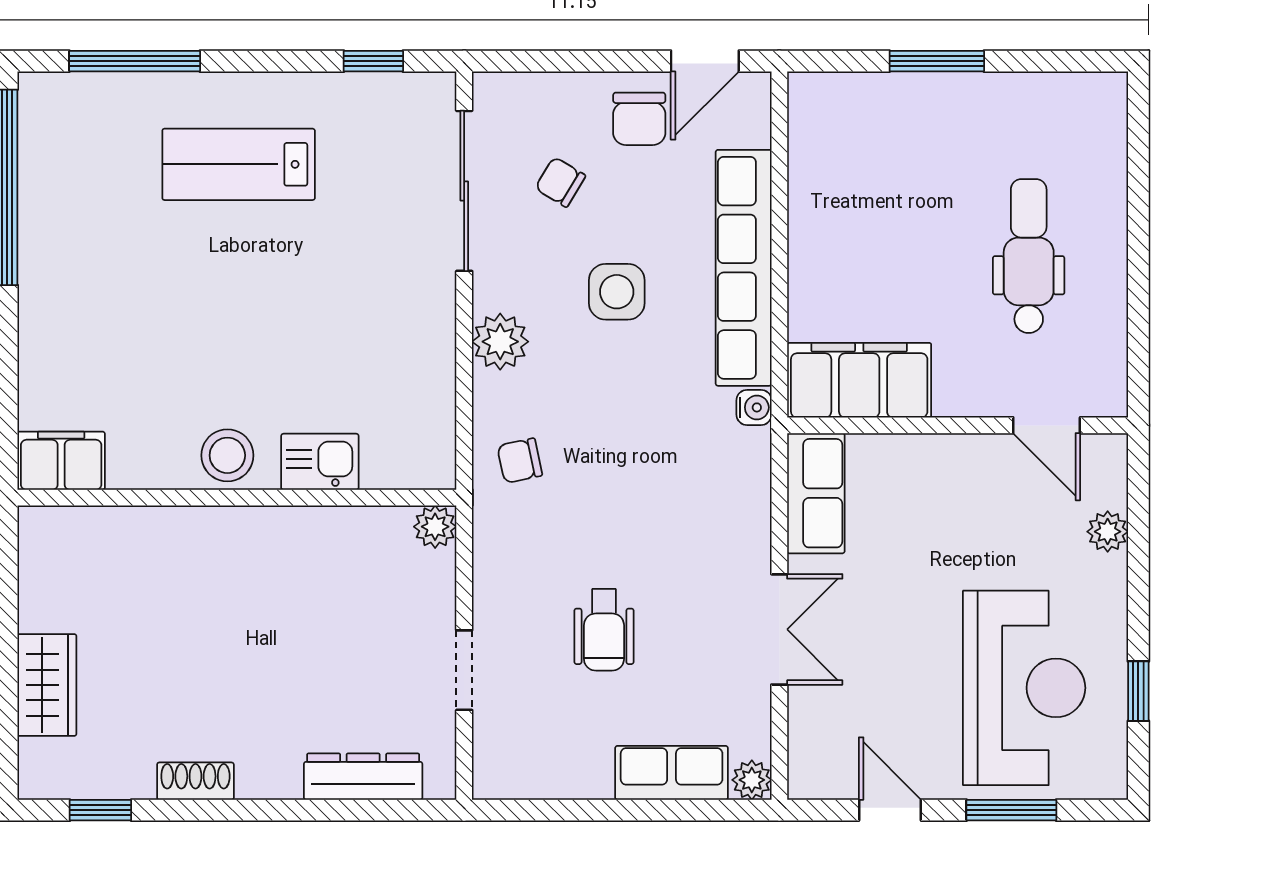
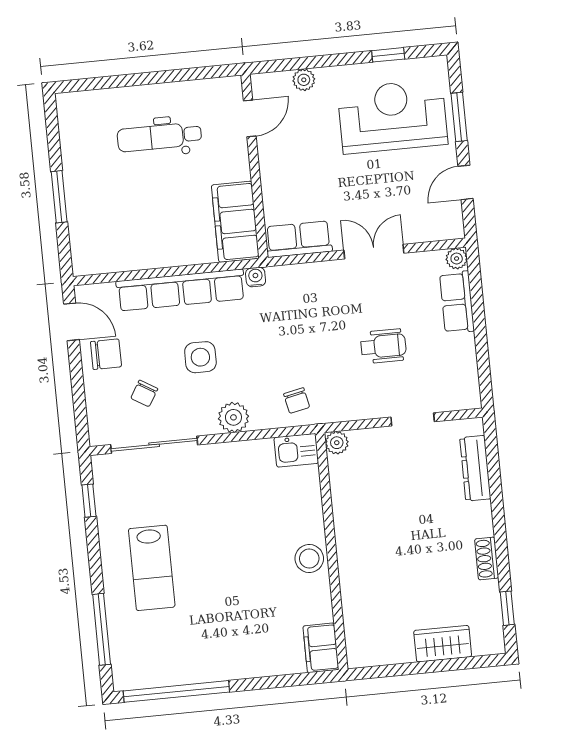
kitchen sink: (320, 462) -> (296, 450), moved, turned -90

